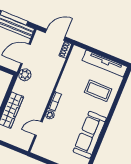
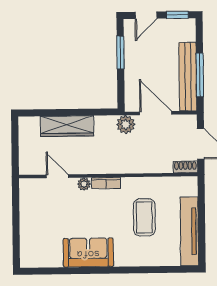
coffee table: (98, 91) -> (144, 217), moved
sofa: (90, 135) -> (88, 253), width x0.73

